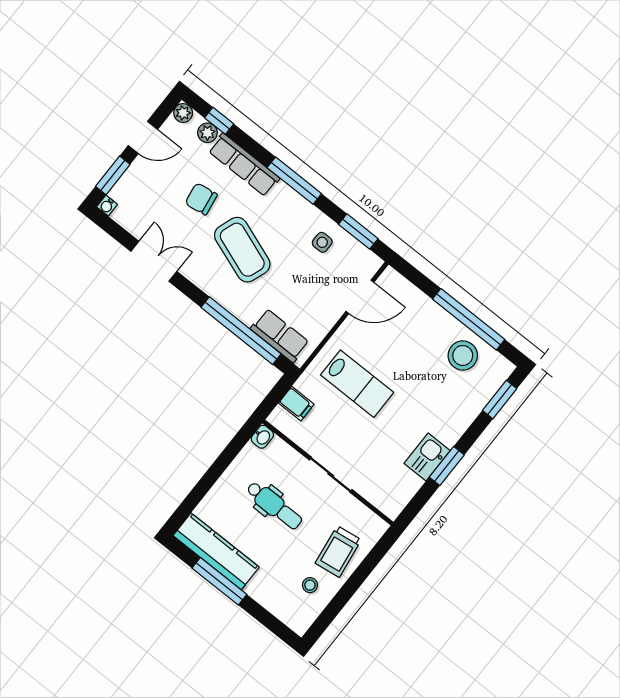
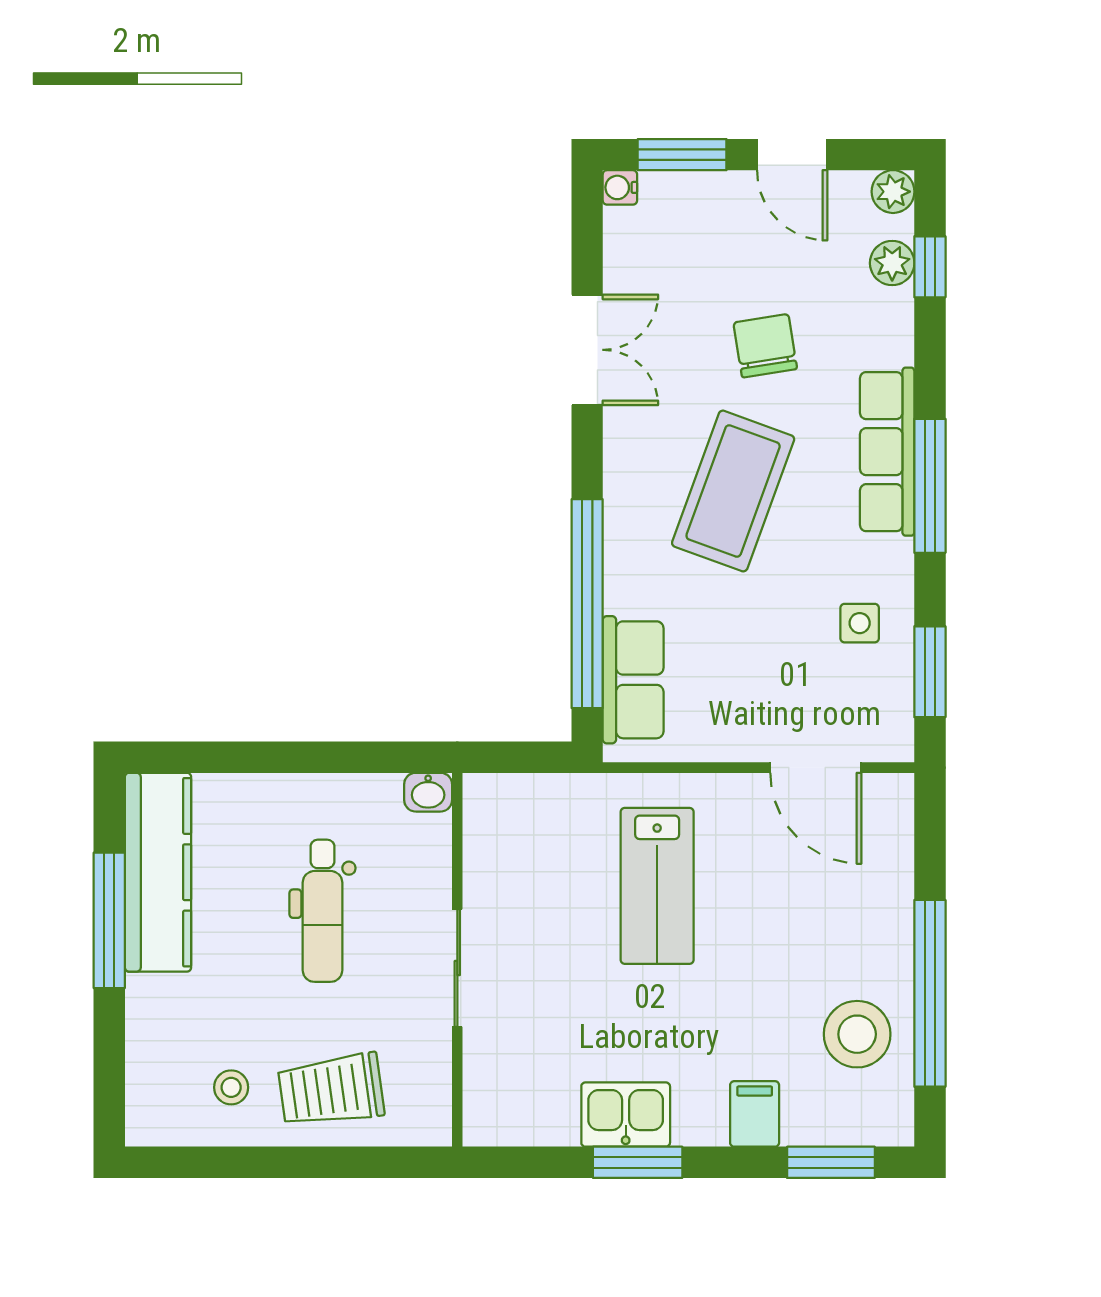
row of seats: (244, 165) -> (887, 452), moved
filing cabinet: (296, 404) -> (755, 1114), moved, turned 180

